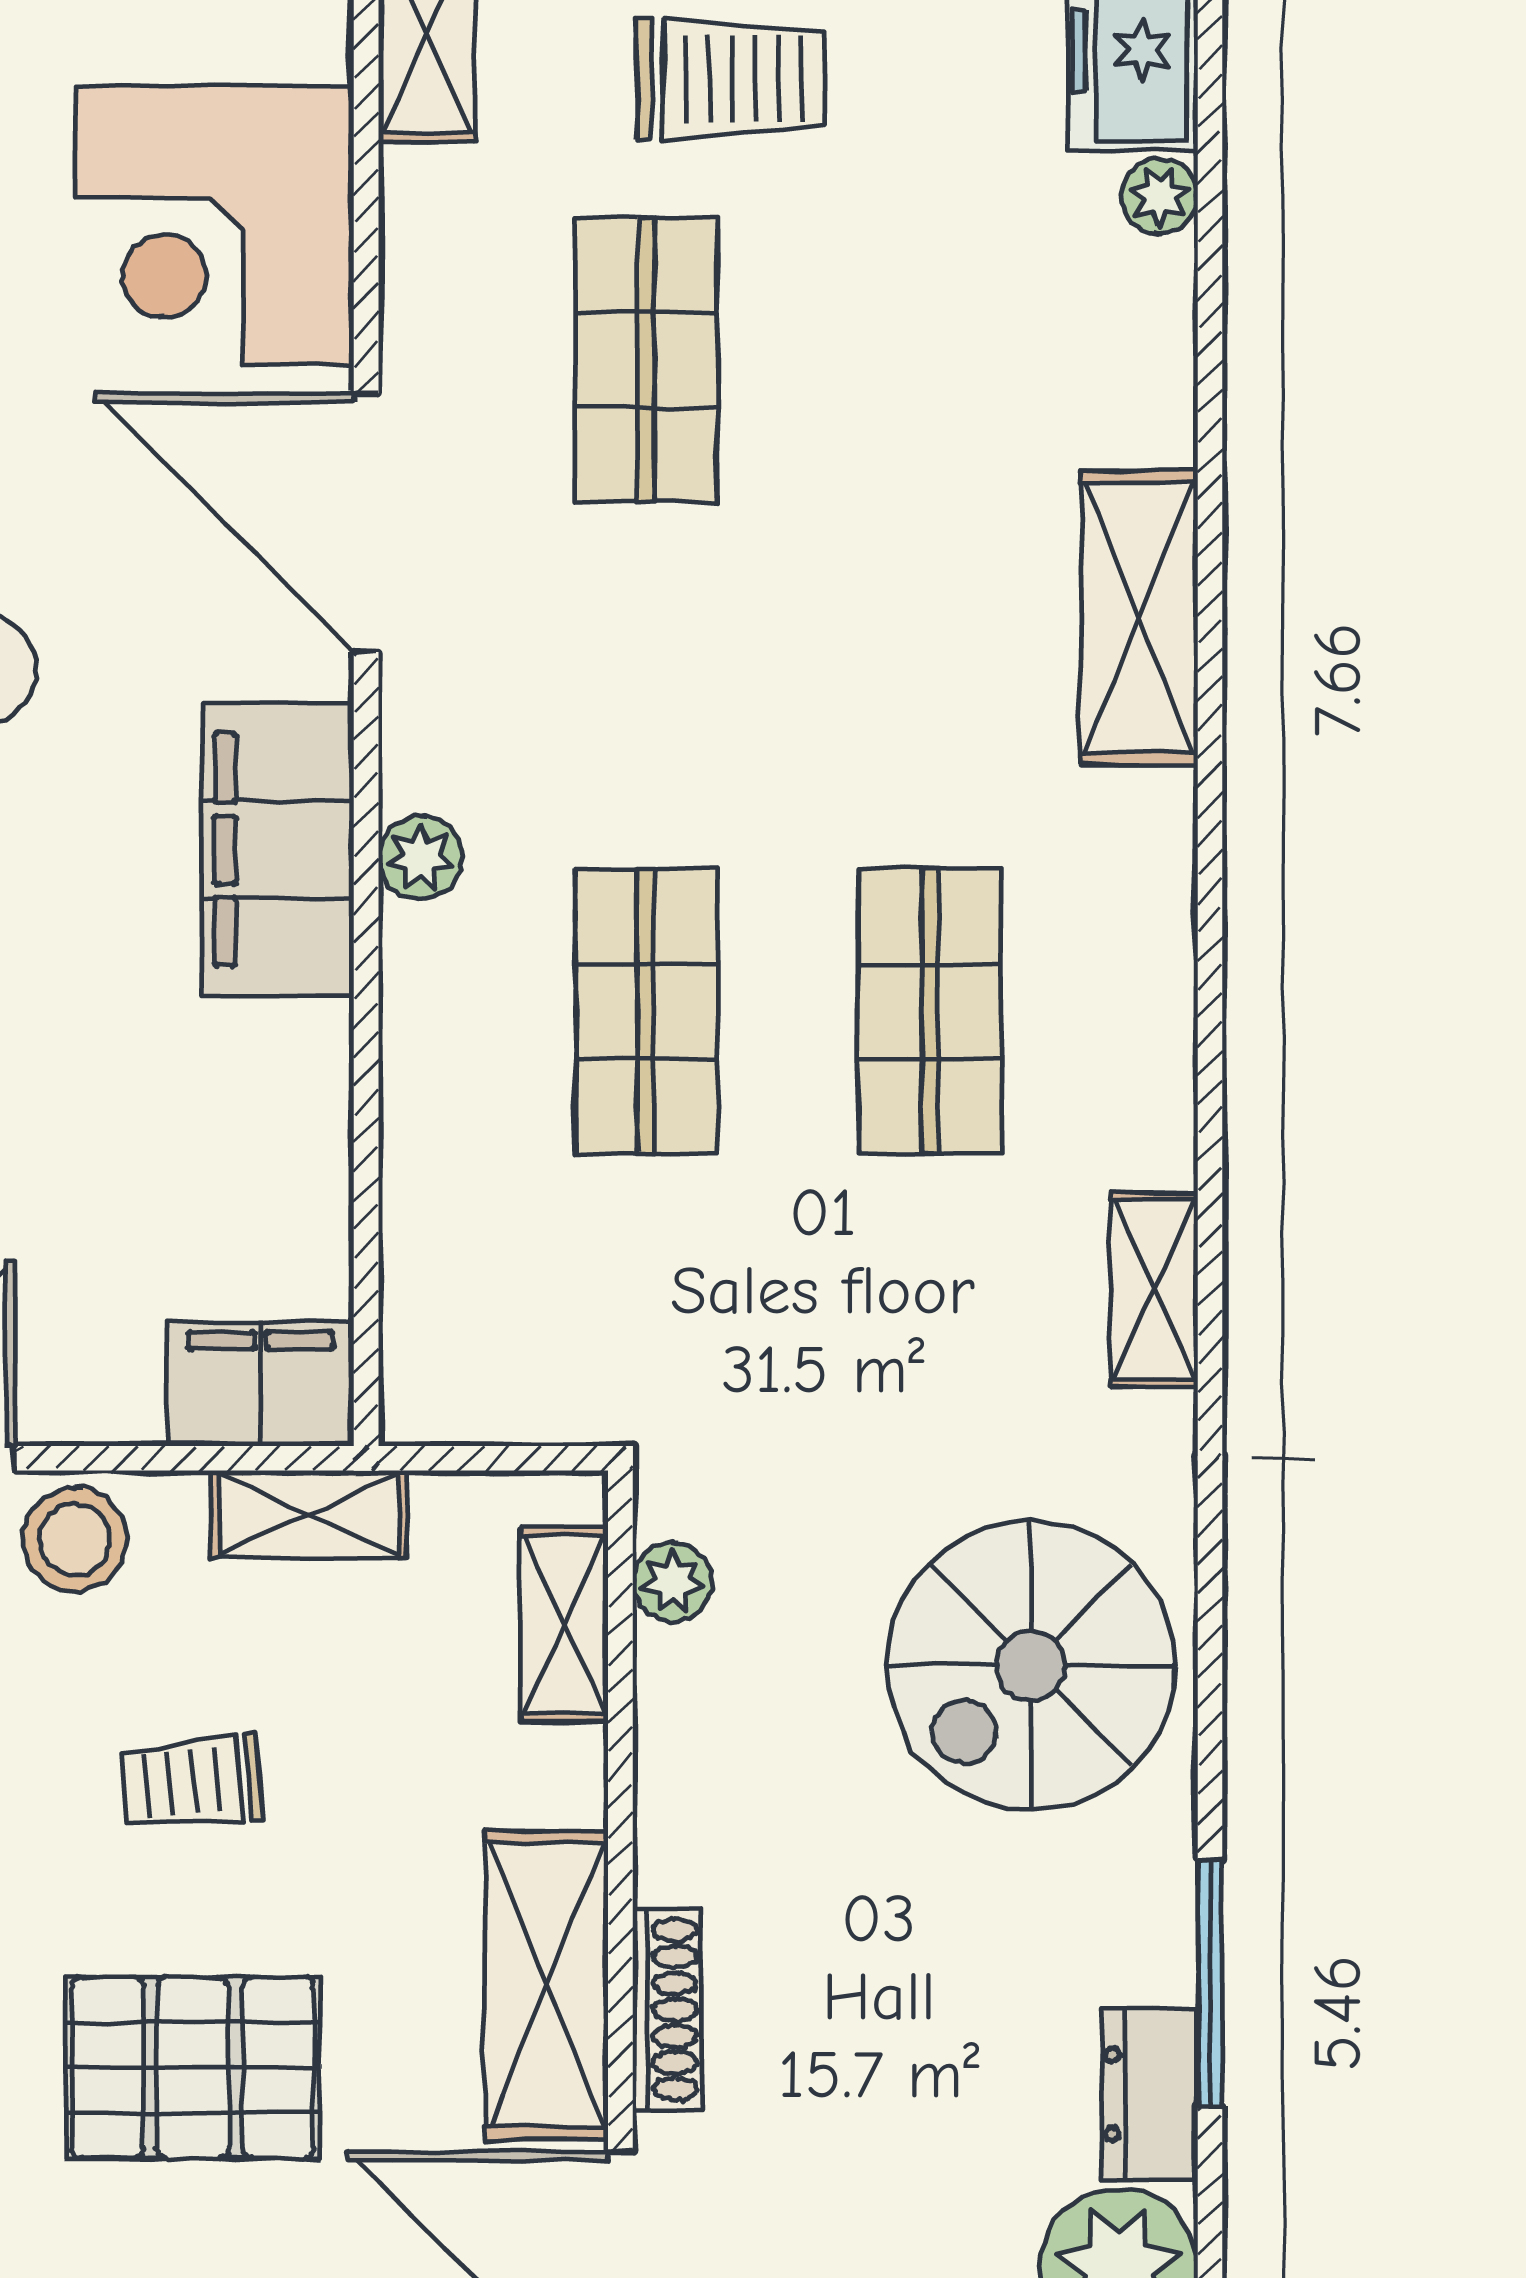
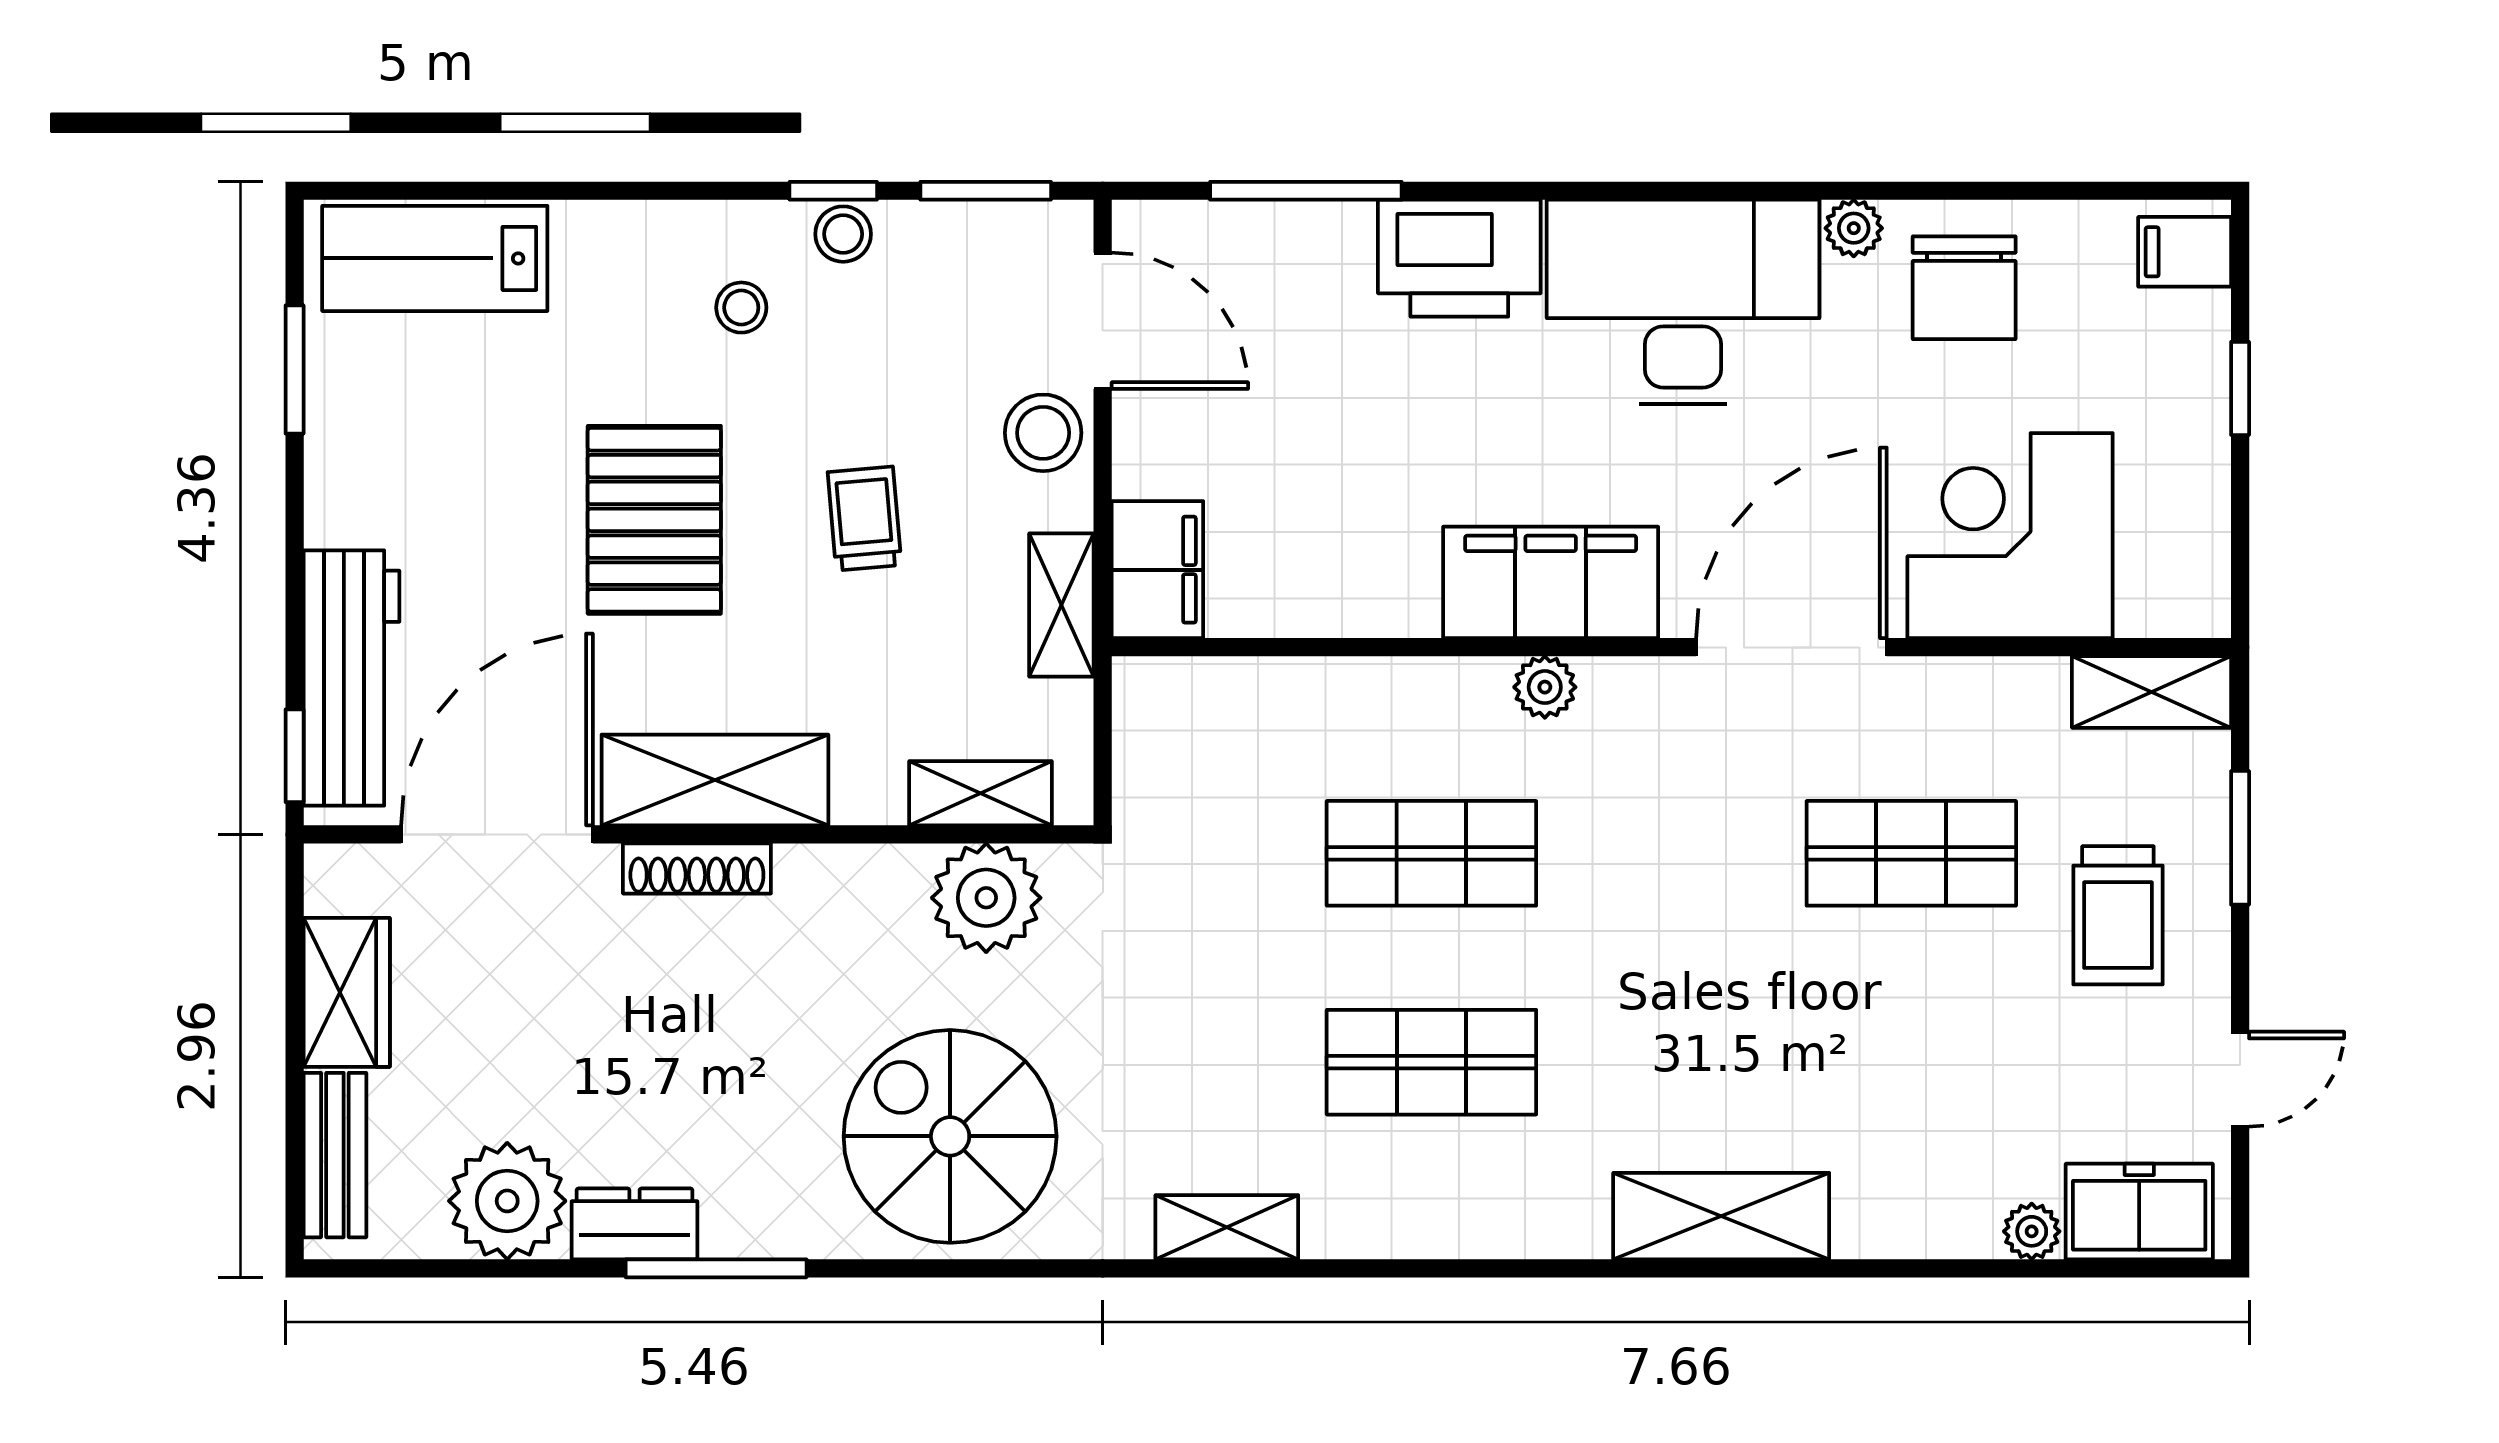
plant: (672, 1582) -> (986, 898), width x1.87, depth x1.87

